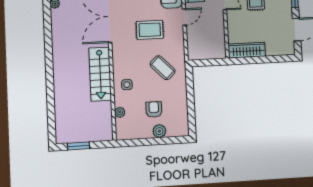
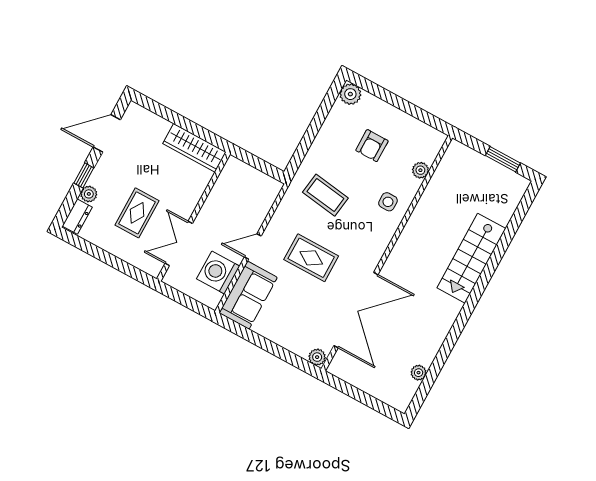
coffee table: (163, 68) -> (325, 195), turned -38
stairs: (100, 74) -> (471, 258), moved, turned 180
plant: (159, 131) -> (350, 94), moved

